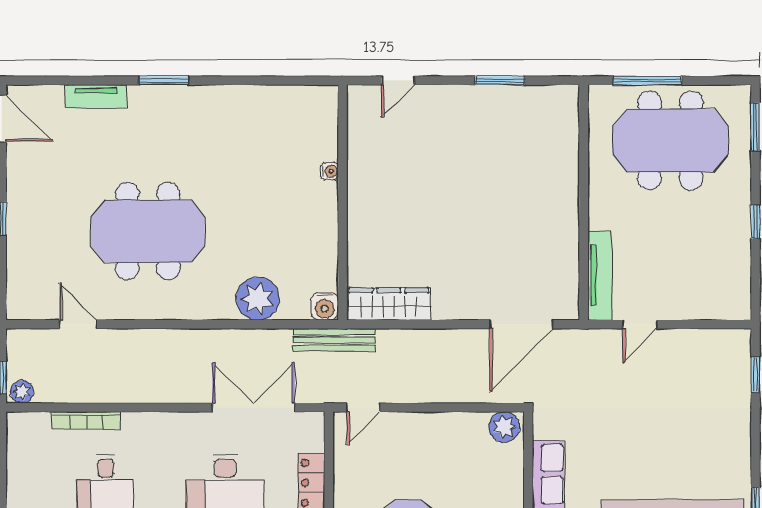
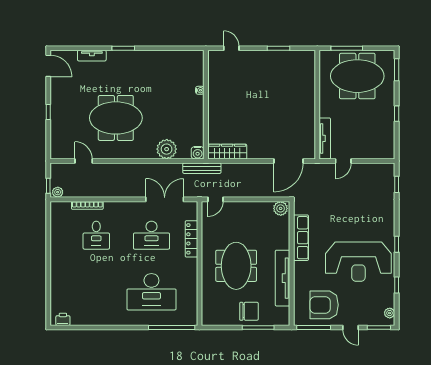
door: (398, 80) -> (231, 48), swing flipped

